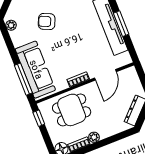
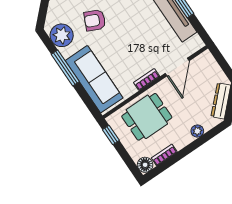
plant: (11, 25) -> (62, 35), width x1.88, depth x1.88
window: (23, 79) -> (65, 68), moved
plant: (94, 137) -> (197, 131), moved

